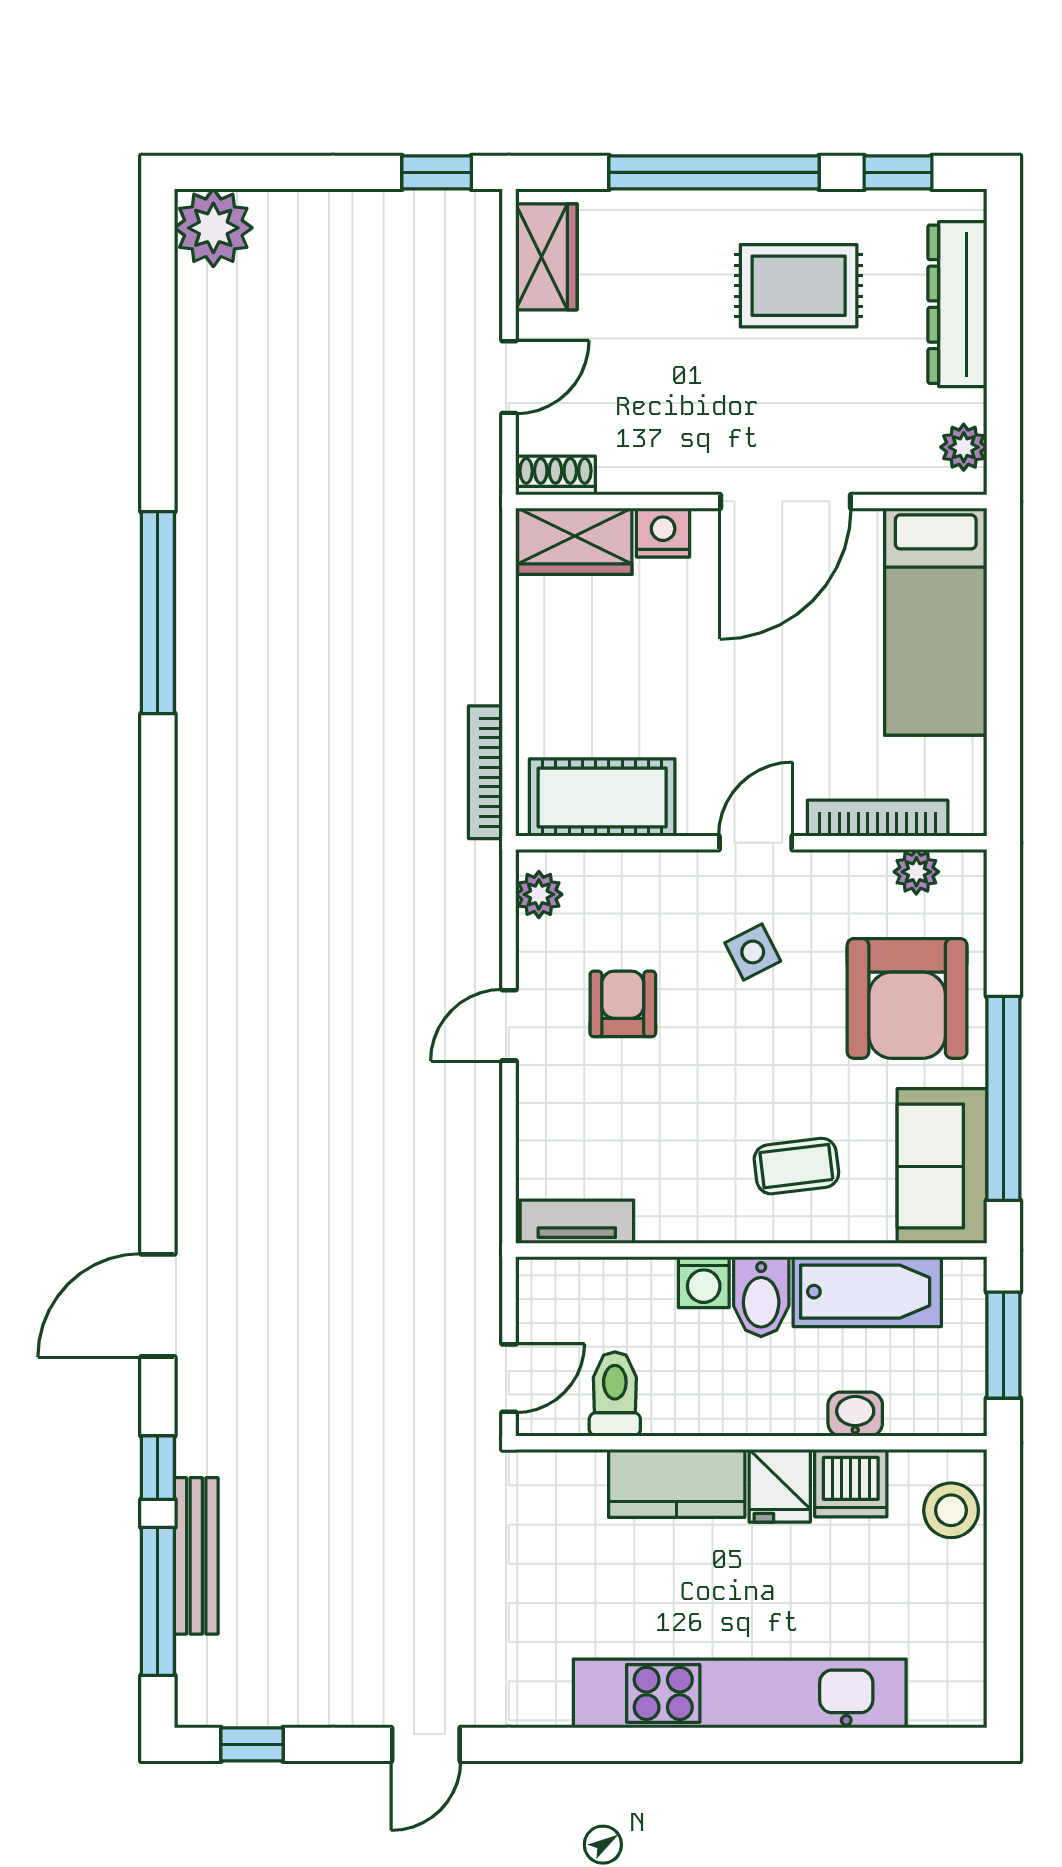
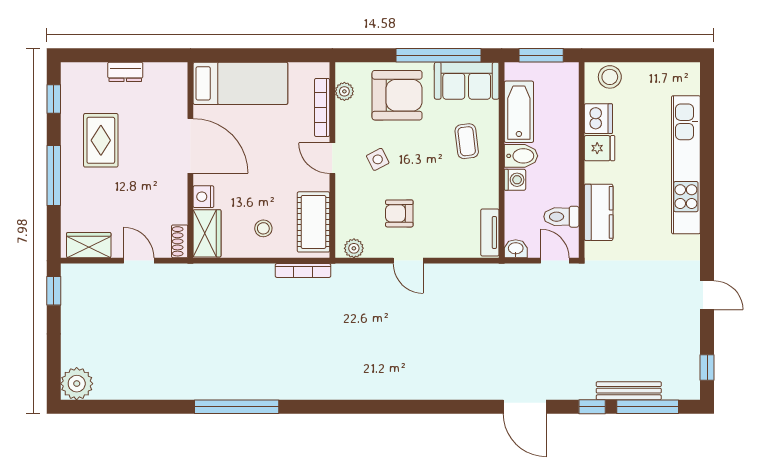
window: (714, 172) -> (54, 175), width x0.68
dresser: (957, 304) -> (125, 72), width x0.51, depth x0.80
plant: (964, 447) -> (168, 72), removed
stool: (587, 677) -> (263, 228), added
washbasin: (855, 1414) -> (516, 249), moved, turned 90
kitchen counter: (677, 1483) -> (599, 212), moved

